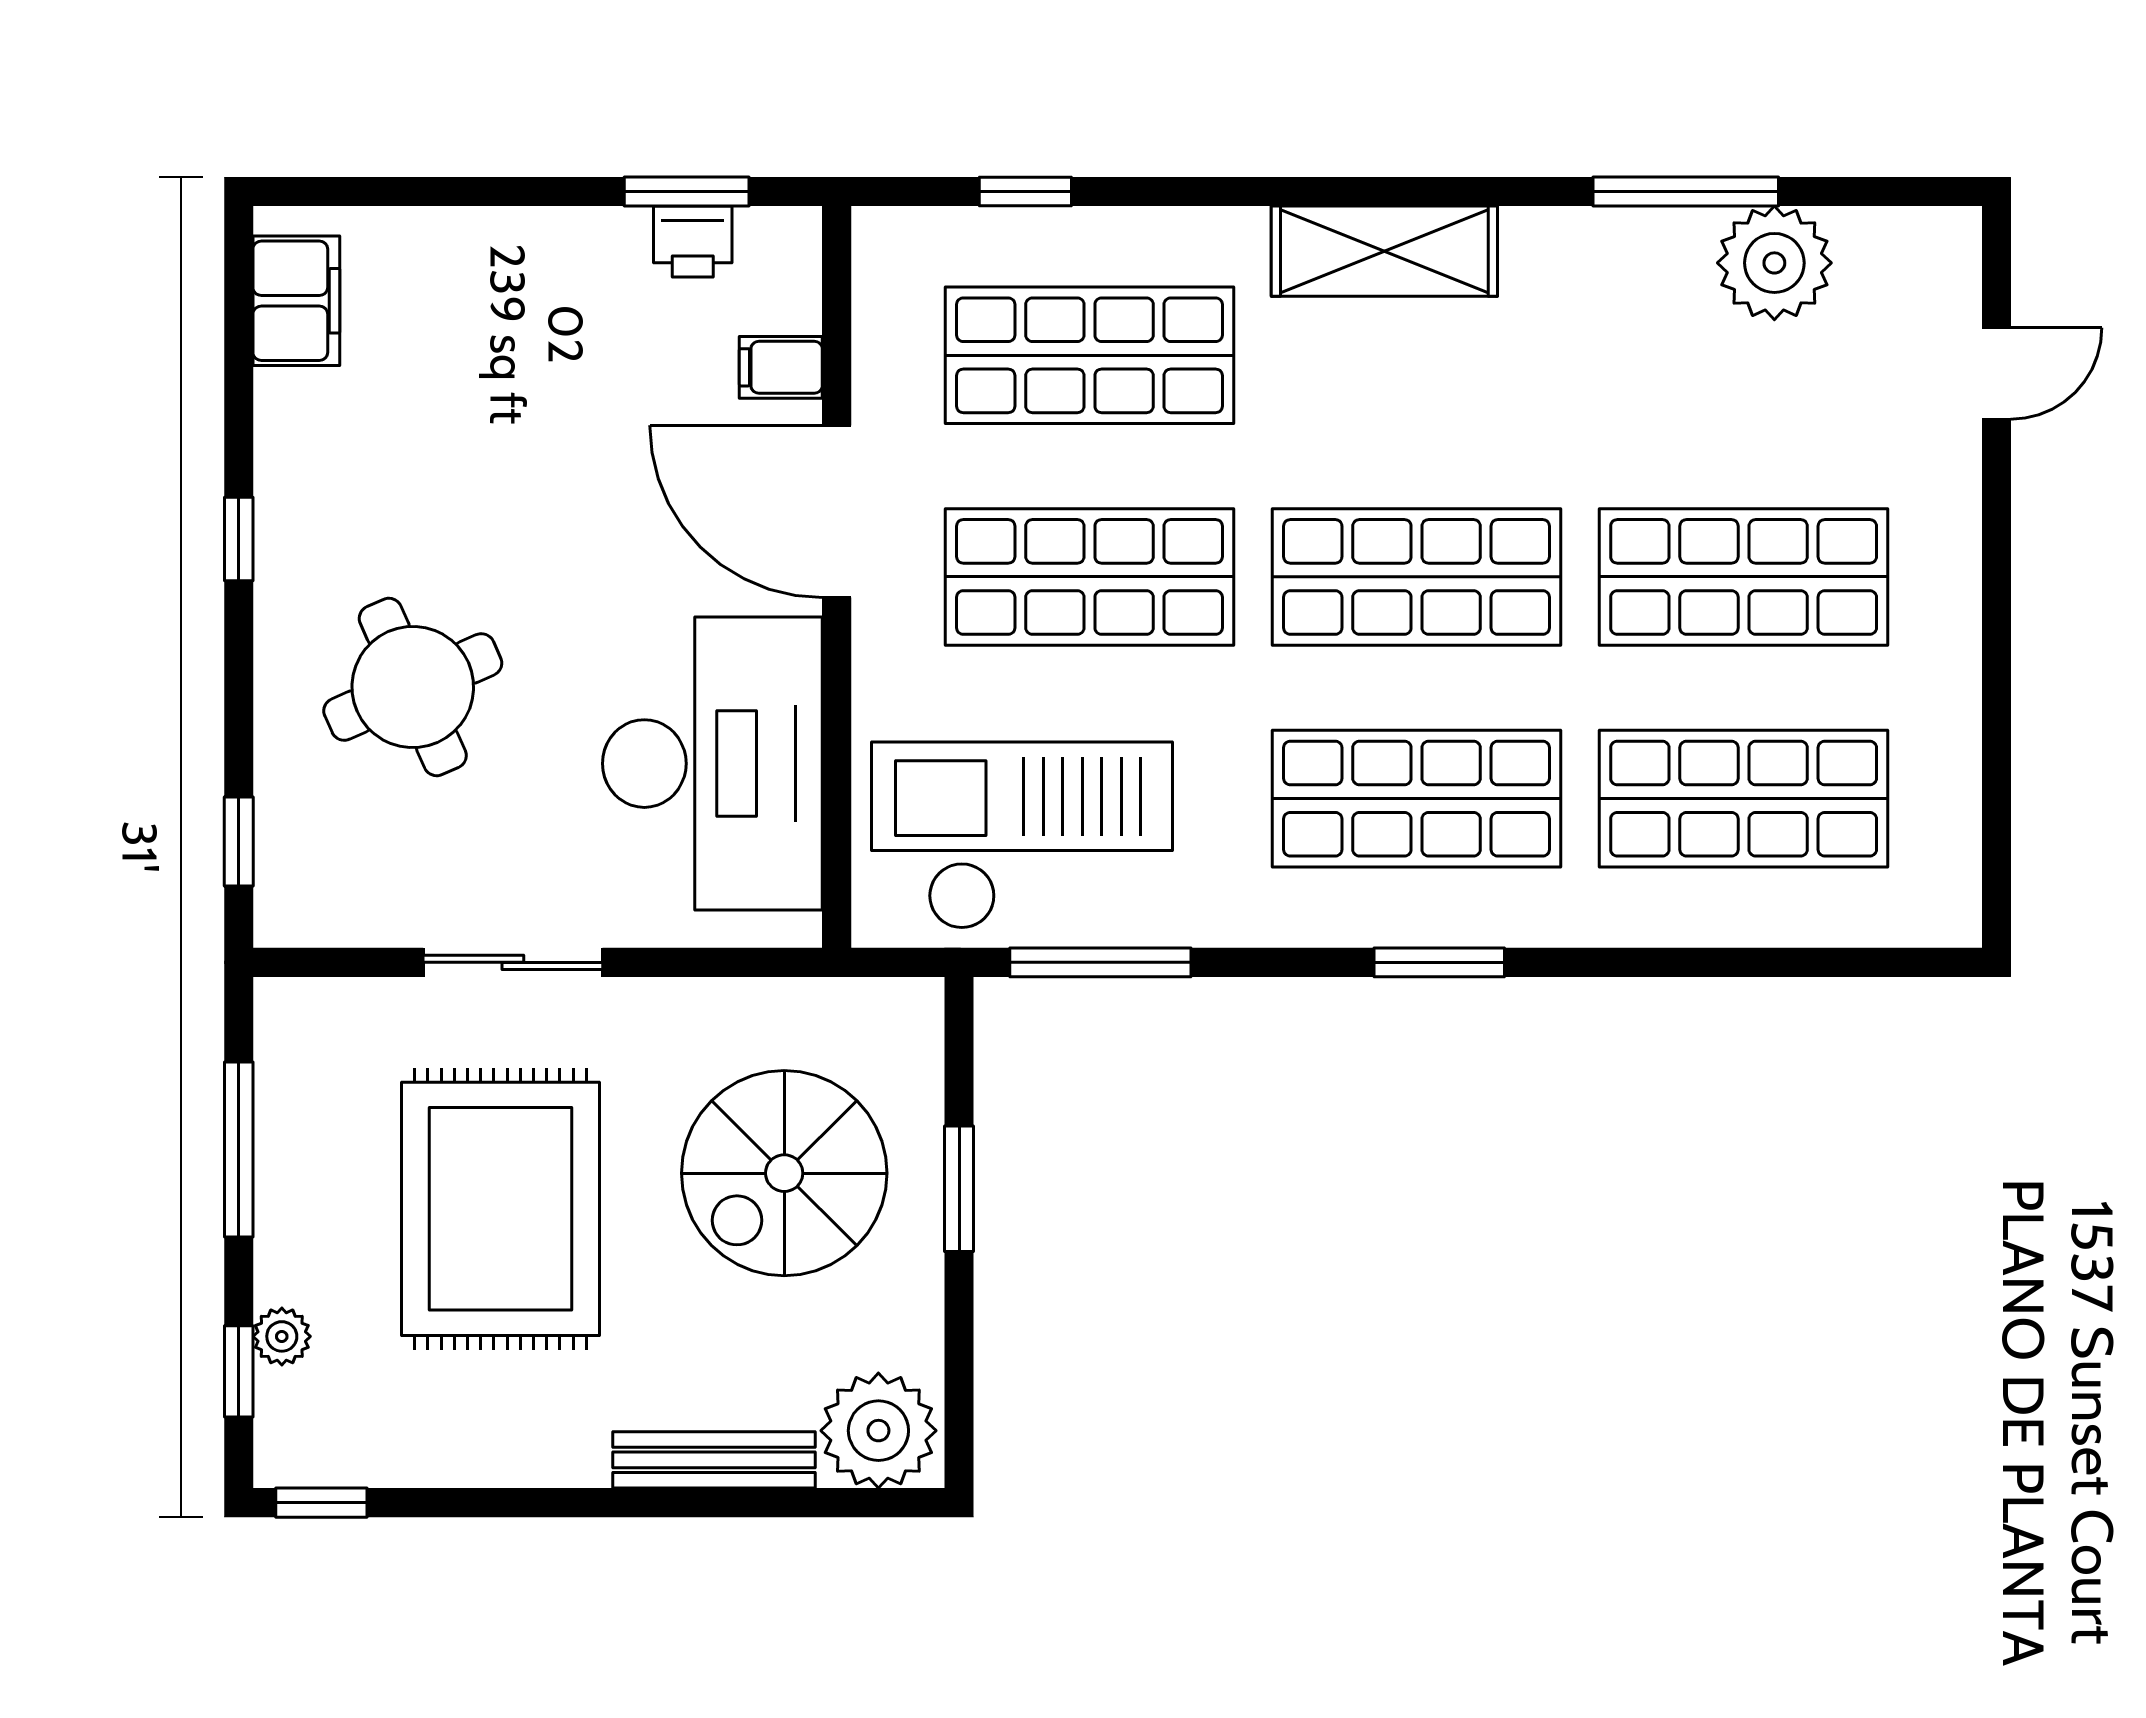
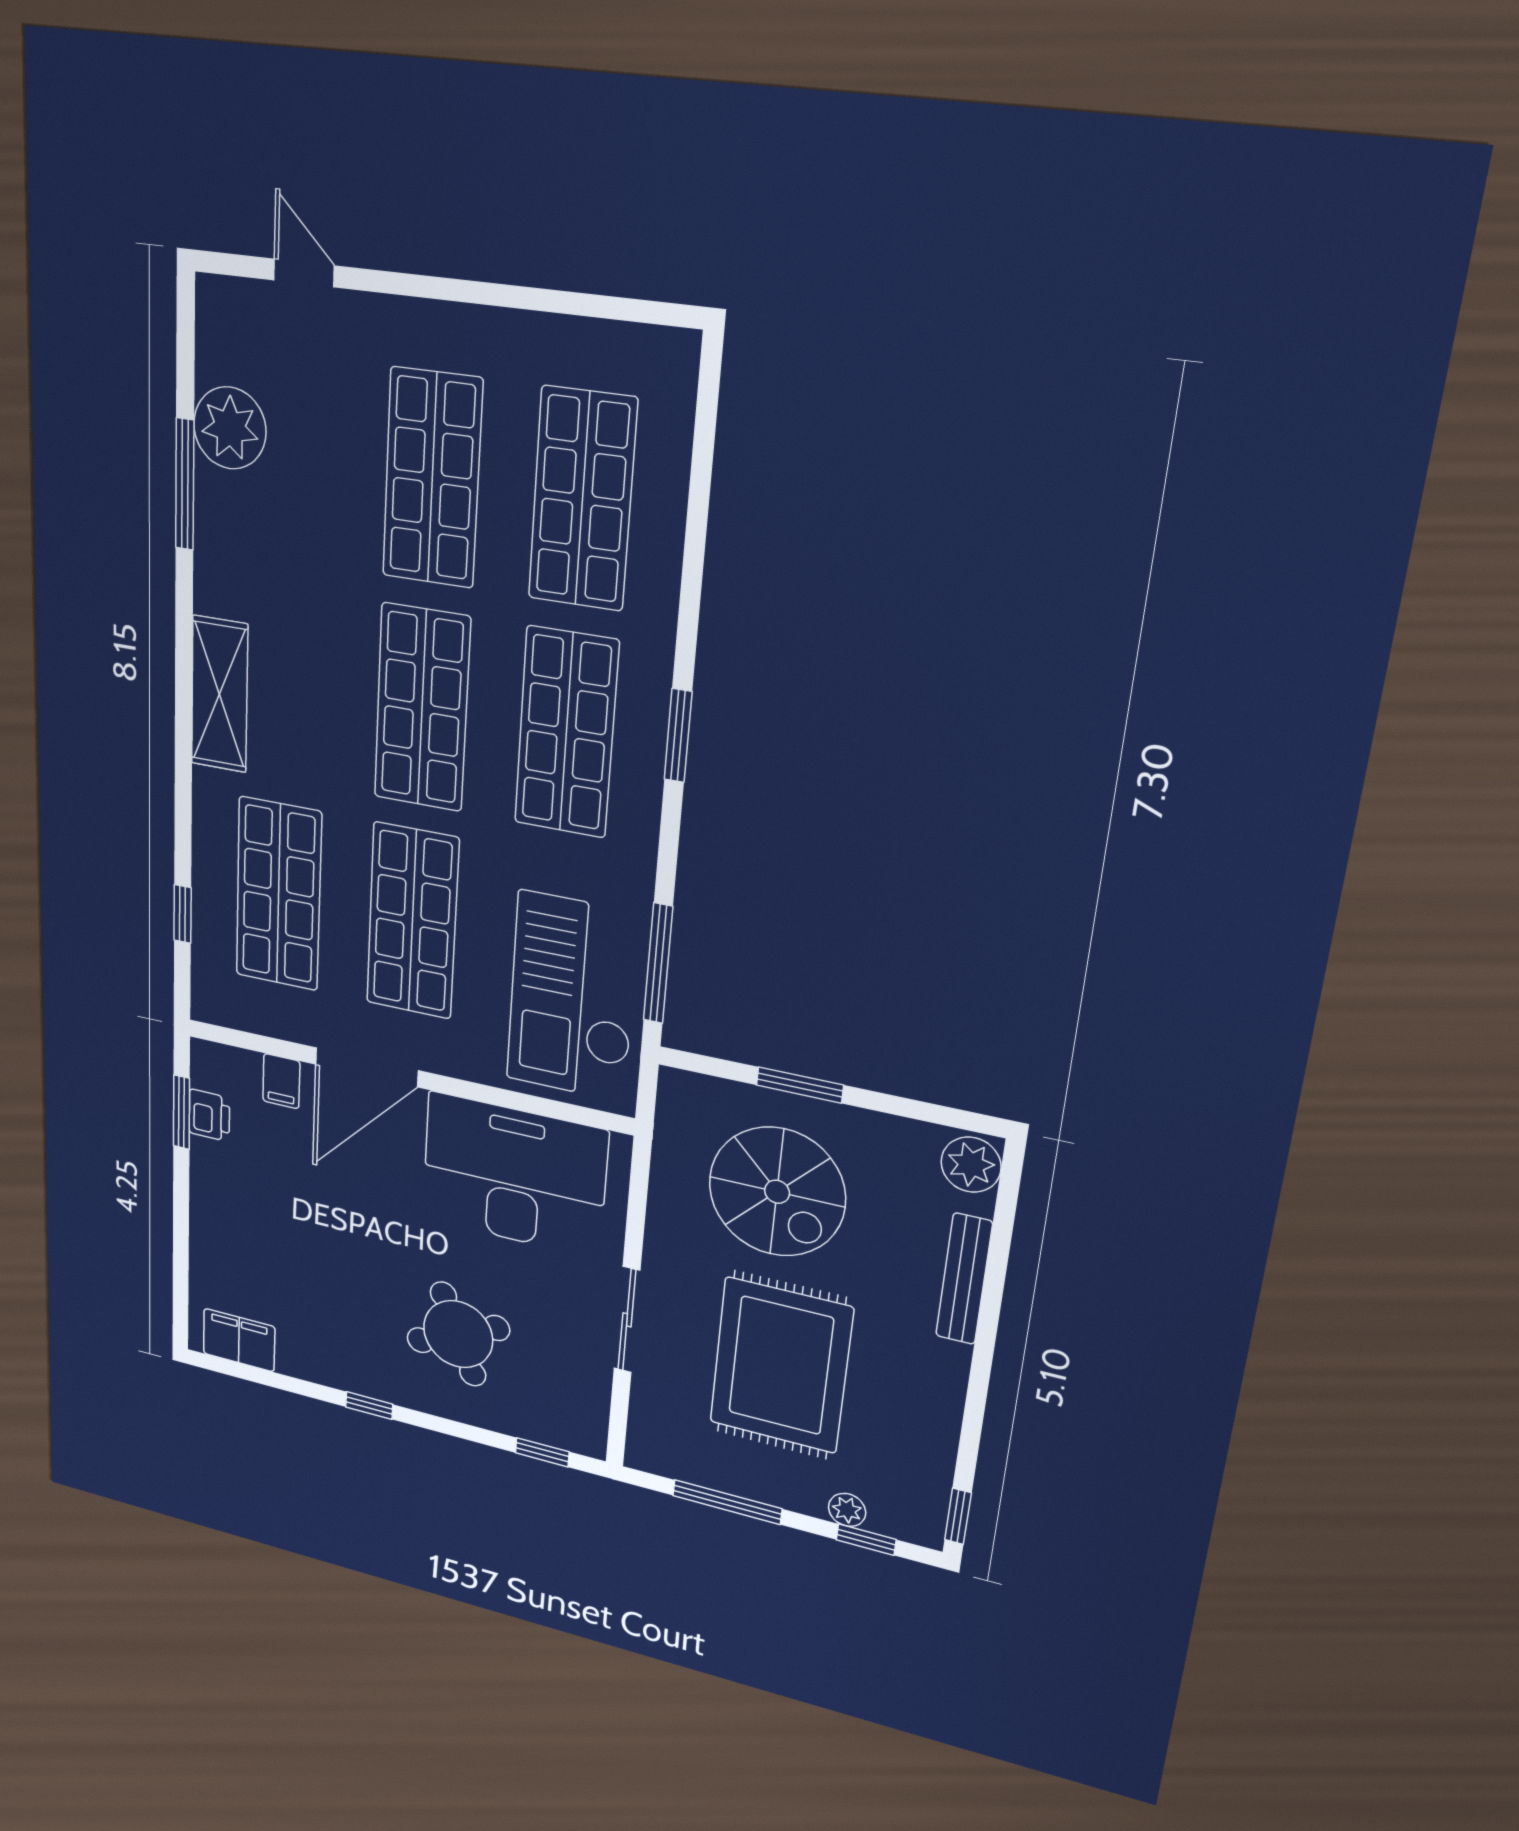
rug: (501, 1209) -> (781, 1365), turned 90
plant: (878, 1431) -> (971, 1165), width x0.73, depth x0.73

